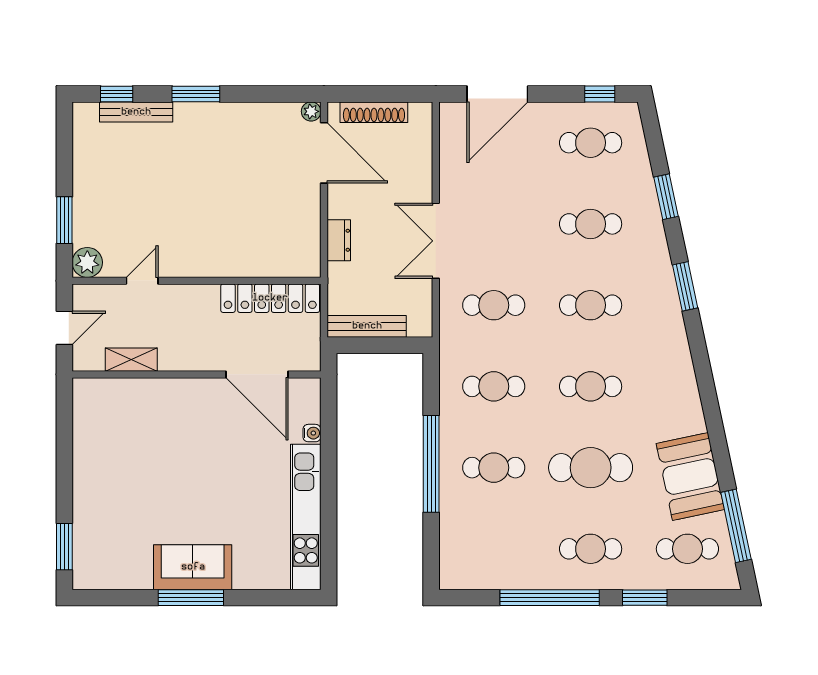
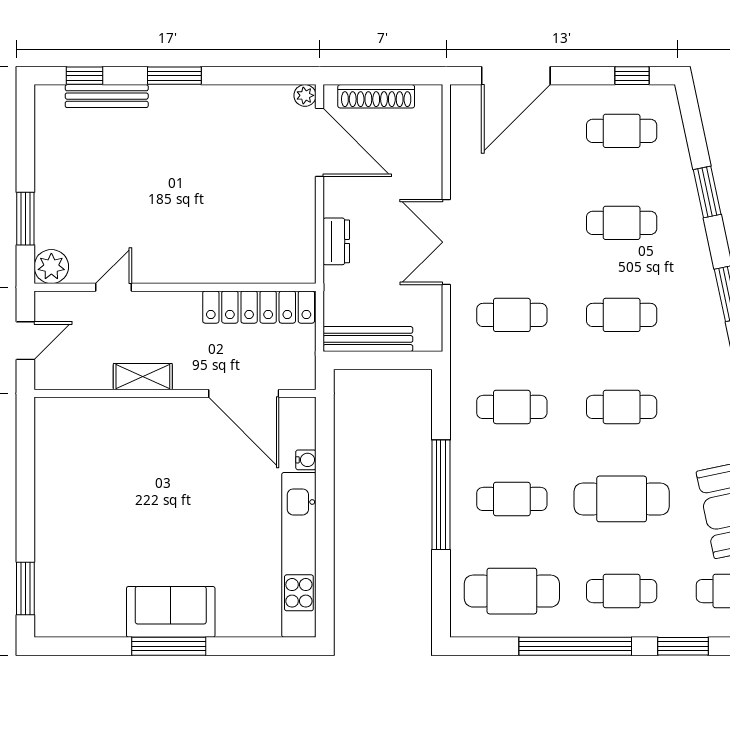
shelving: (131, 360) -> (143, 377), moved
cafe table: (494, 549) -> (512, 591), added

